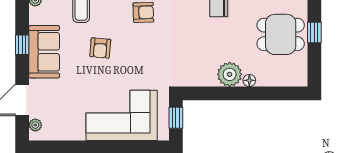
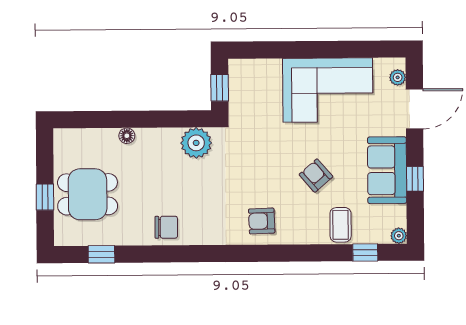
armchair: (100, 48) -> (316, 176), turned -46
plant: (230, 74) -> (196, 143), moved
corner sofa: (122, 115) -> (328, 90), moved

